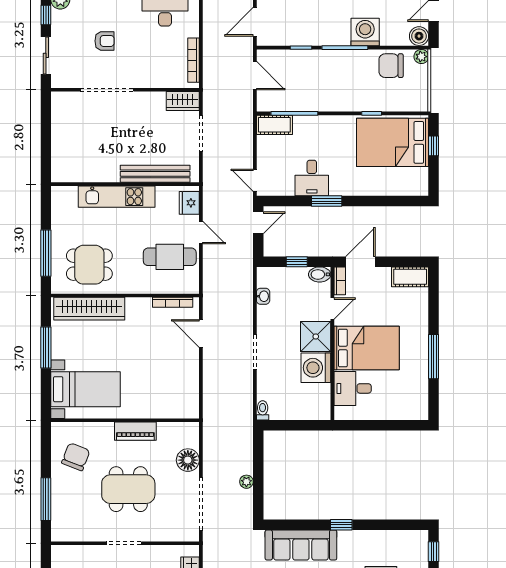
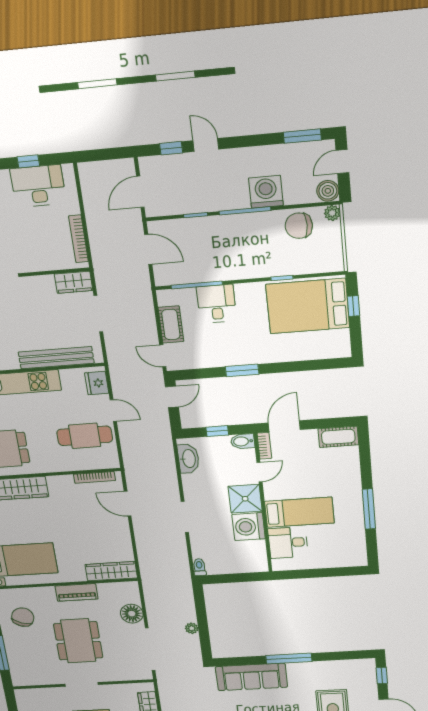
cot: (274, 125) -> (171, 324), moved, turned 90
desk: (312, 178) -> (217, 304), moved, turned 180
washbasin: (263, 296) -> (188, 459), width x1.91, depth x1.45
bed: (367, 348) -> (299, 512), width x0.67
wardrobe: (174, 409) -> (111, 571), added
dining table: (128, 489) -> (78, 641), turned 90
window: (341, 525) -> (289, 659), width x2.17

